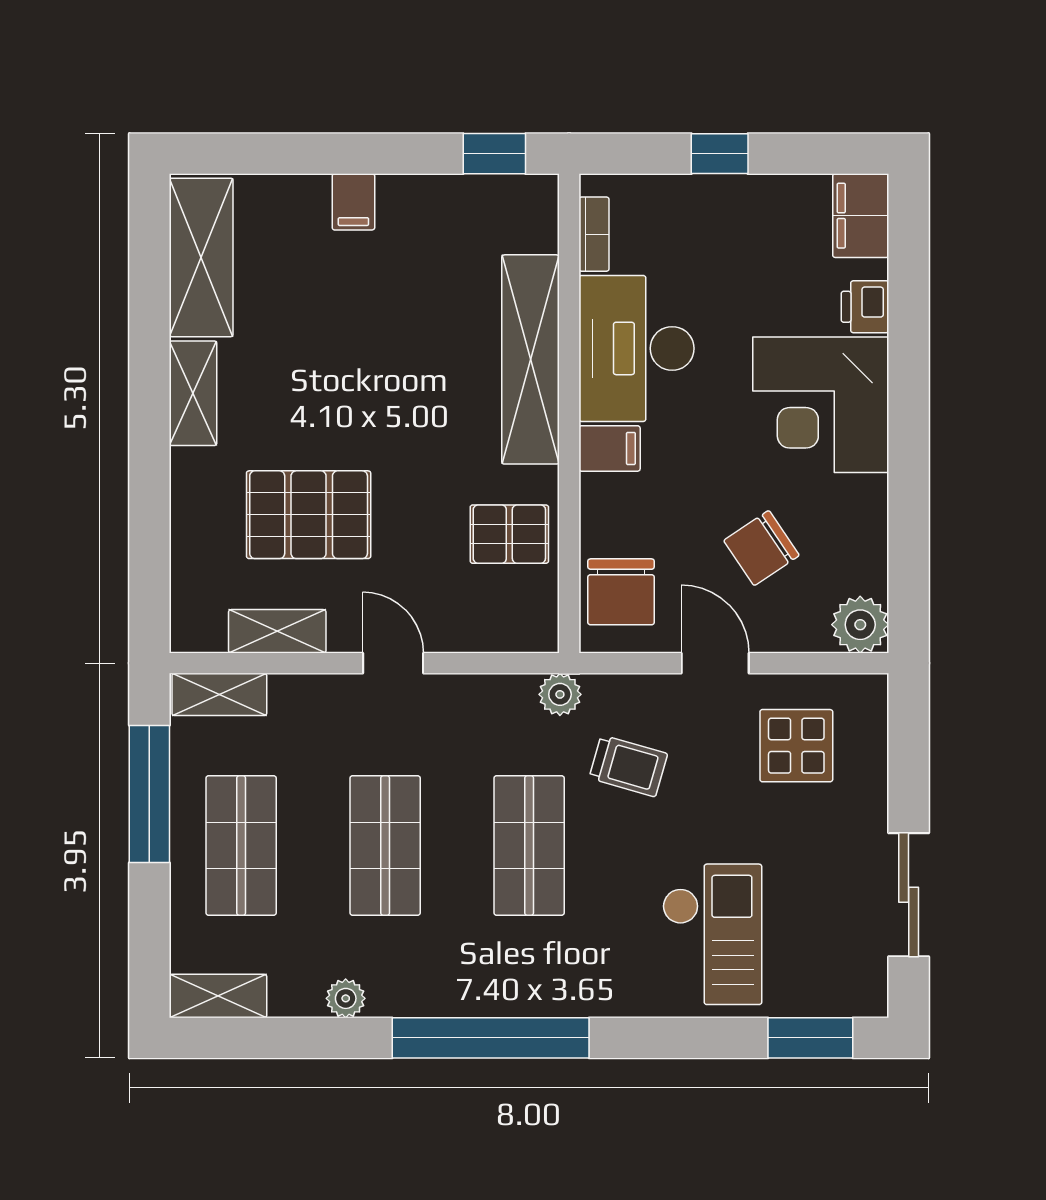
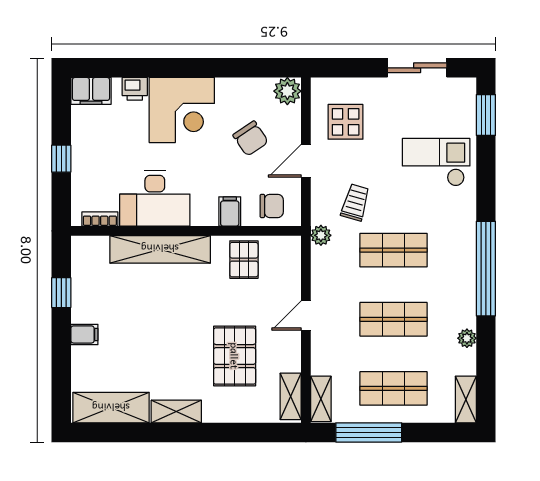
window: (494, 154) -> (61, 293), moved
filing cabinet: (610, 448) -> (230, 211), moved
chair: (621, 592) -> (272, 206), width x0.73, depth x0.73
shelving: (277, 631) -> (291, 396), moved

